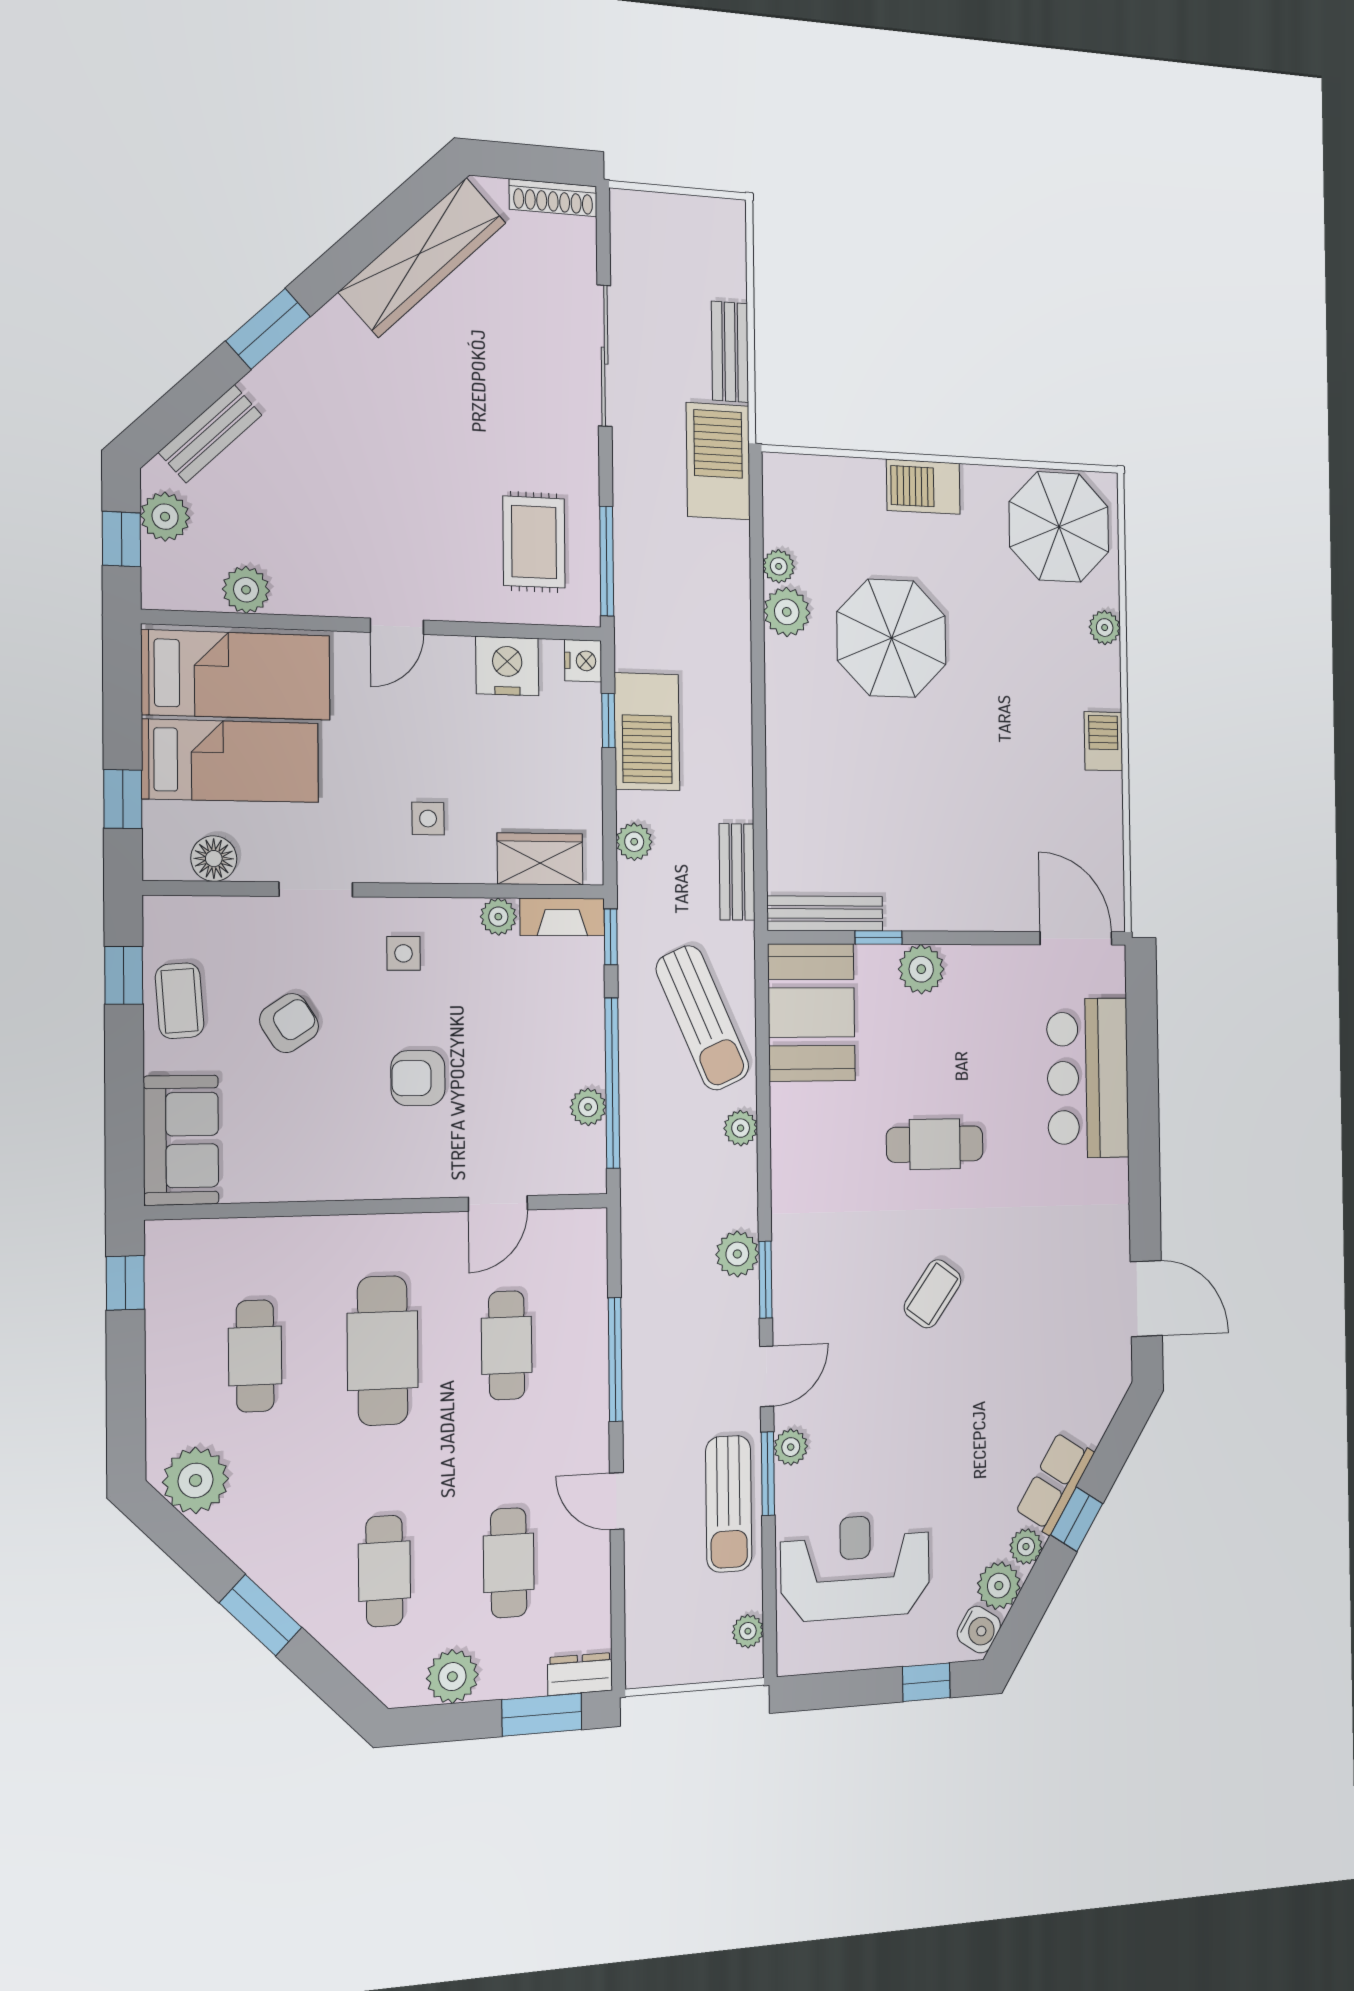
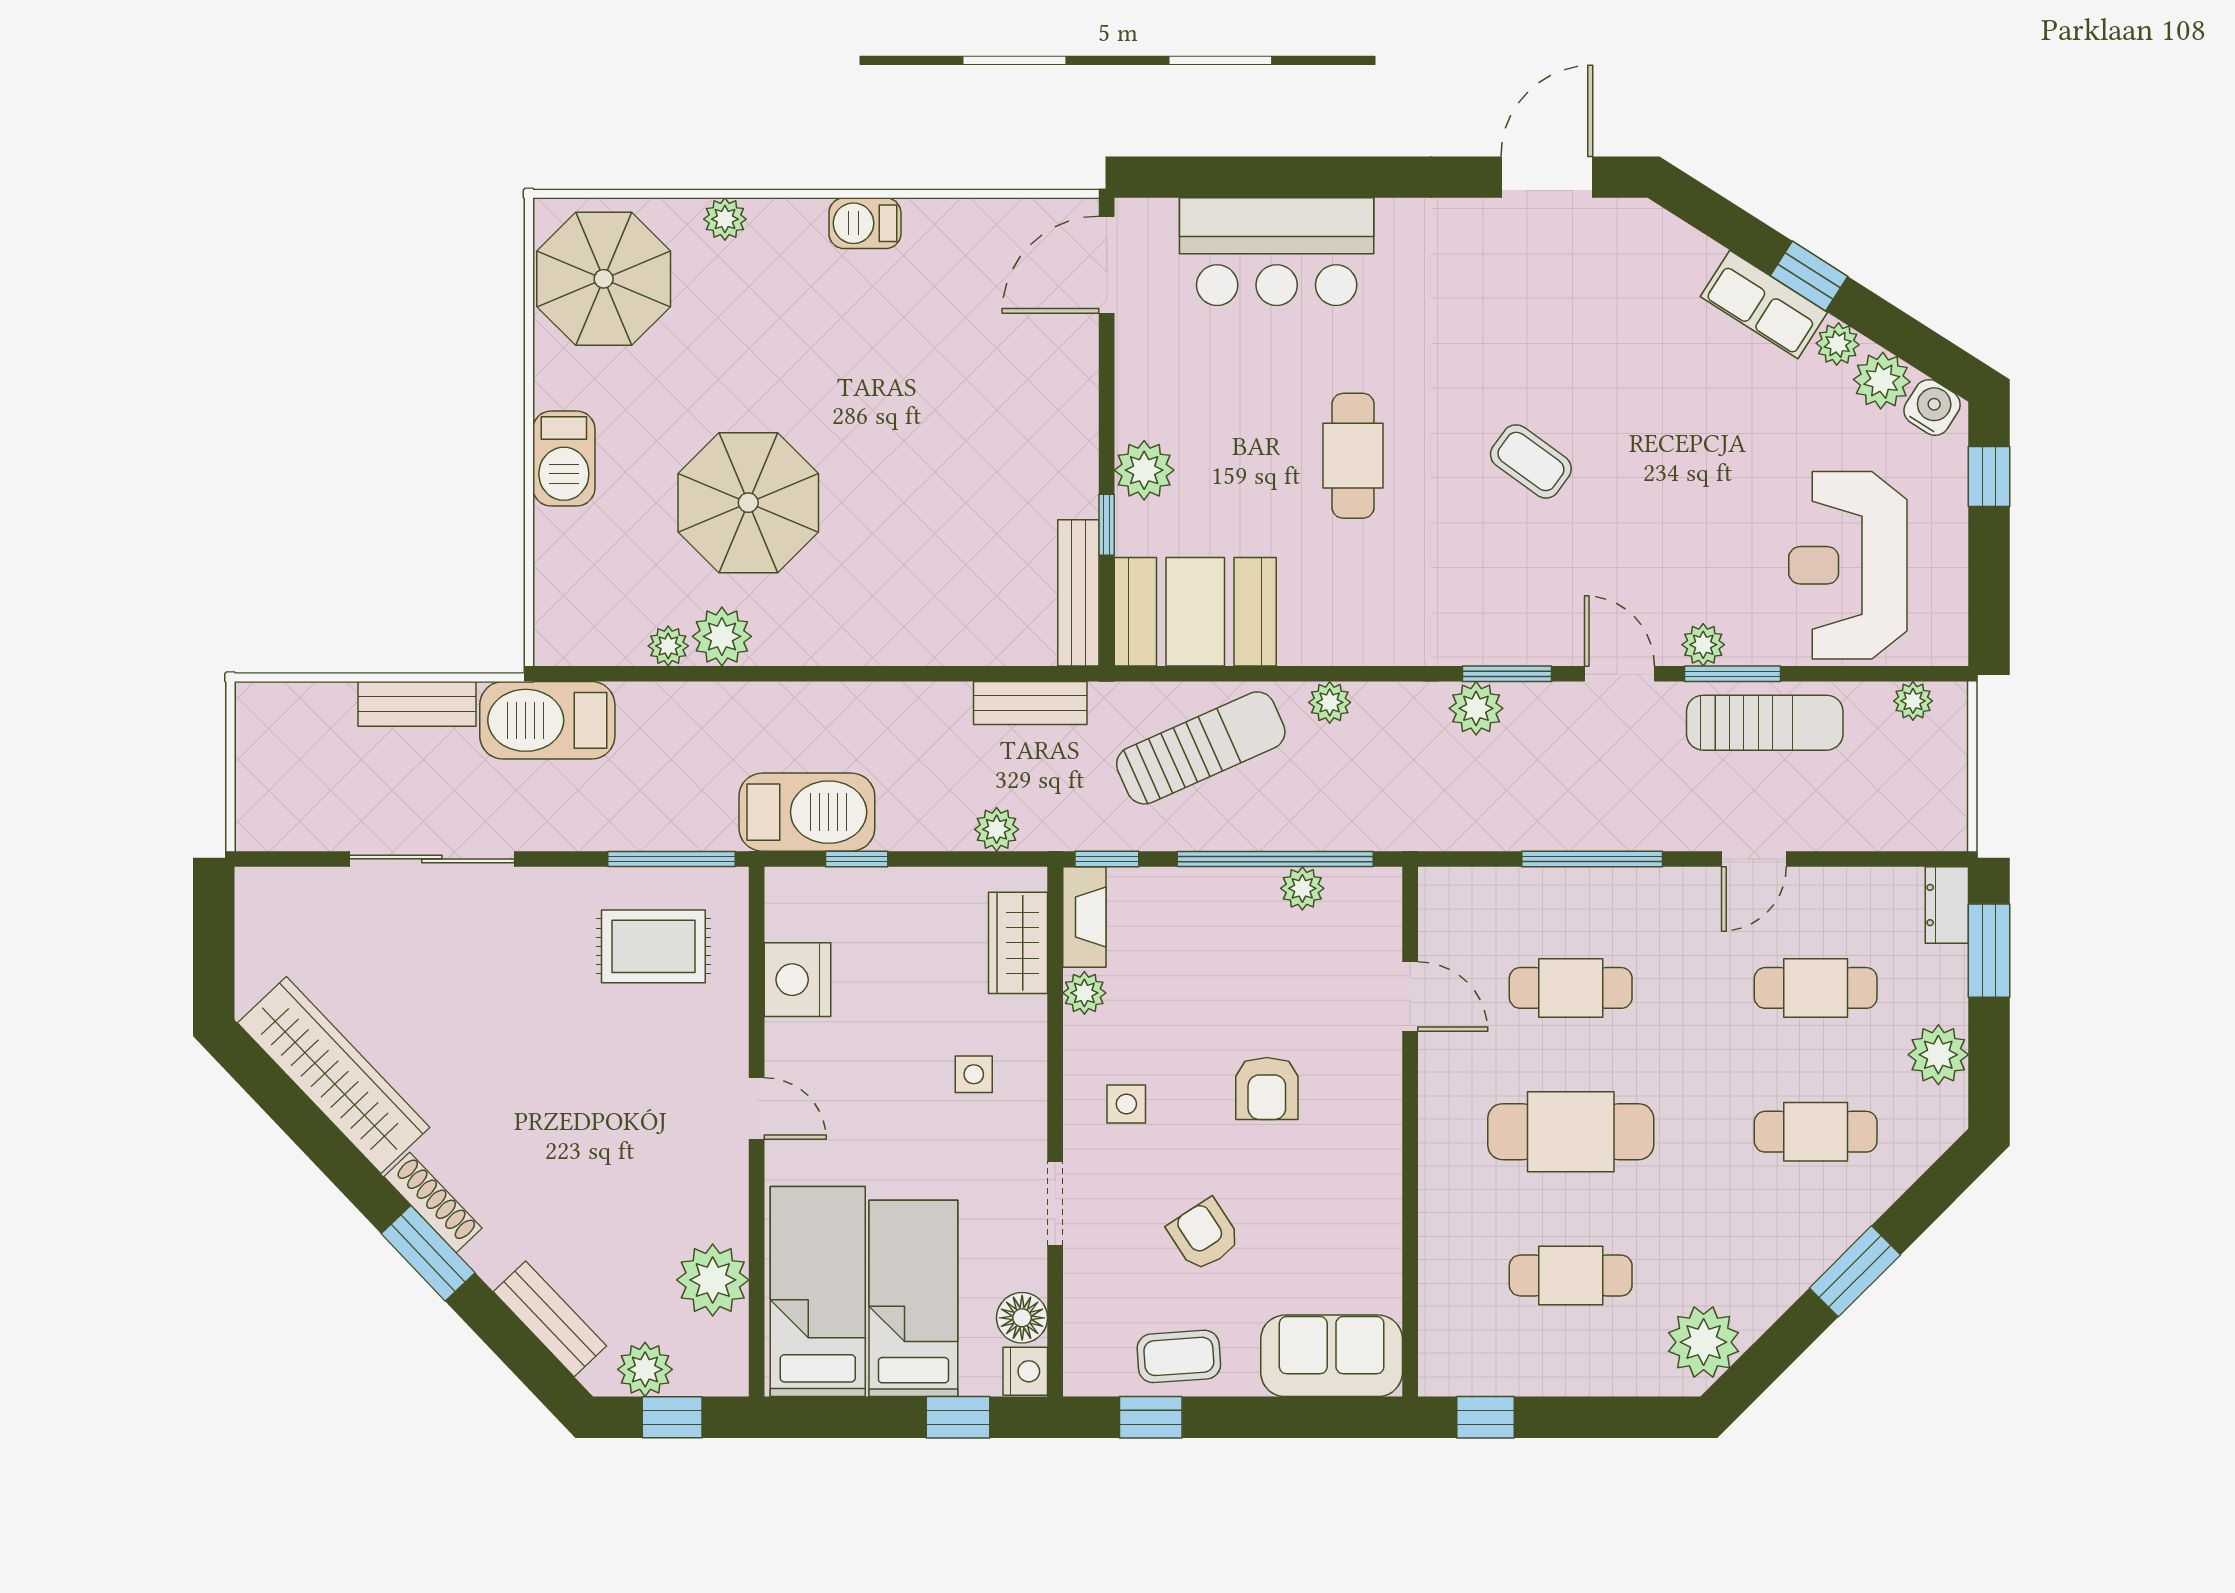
shoe rack: (553, 198) -> (433, 1202), moved, turned -44
plant: (246, 590) -> (713, 1280), width x1.36, depth x1.36
nightstand: (583, 661) -> (1025, 1371), moved, turned 90
barbecue: (647, 732) -> (807, 812), moved

